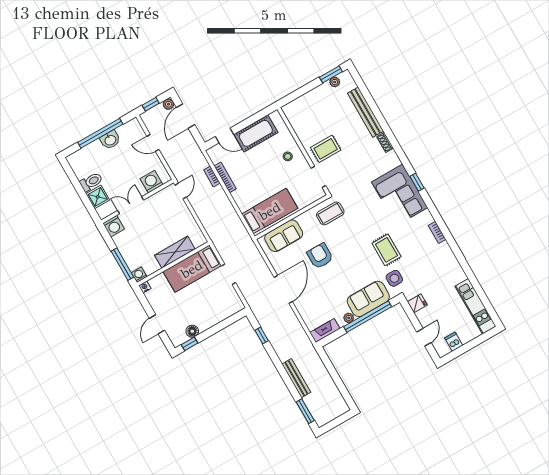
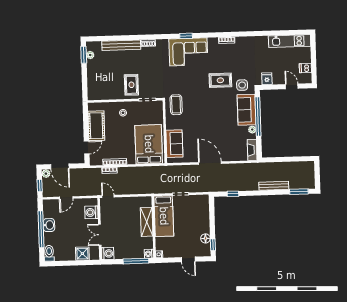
toilet: (91, 182) -> (49, 253), moved
bed: (270, 211) -> (149, 144), width x1.50
armchair: (320, 256) -> (201, 127), removed

